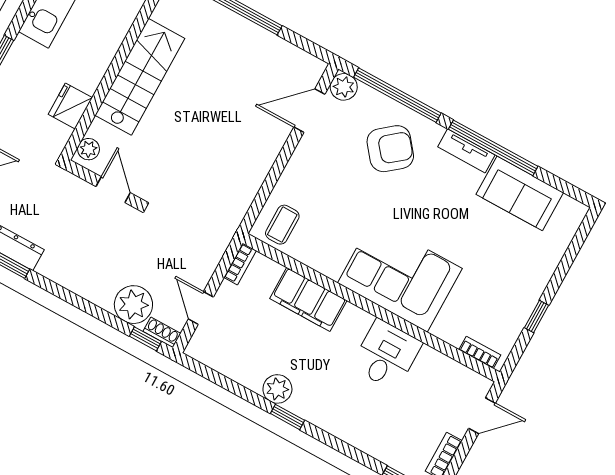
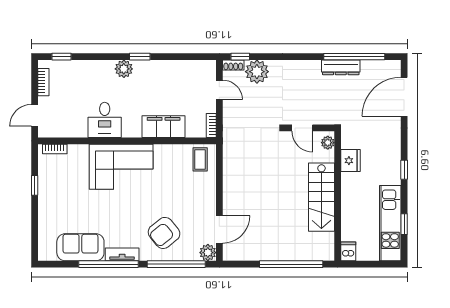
plant: (277, 389) -> (124, 69), moved

